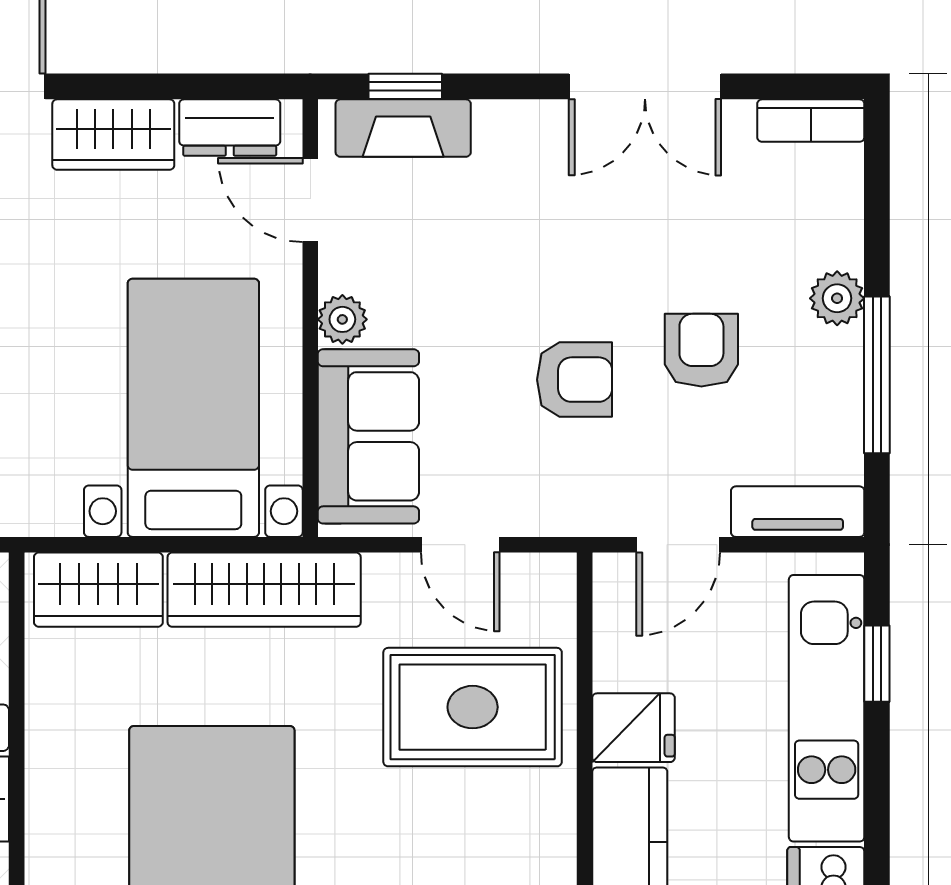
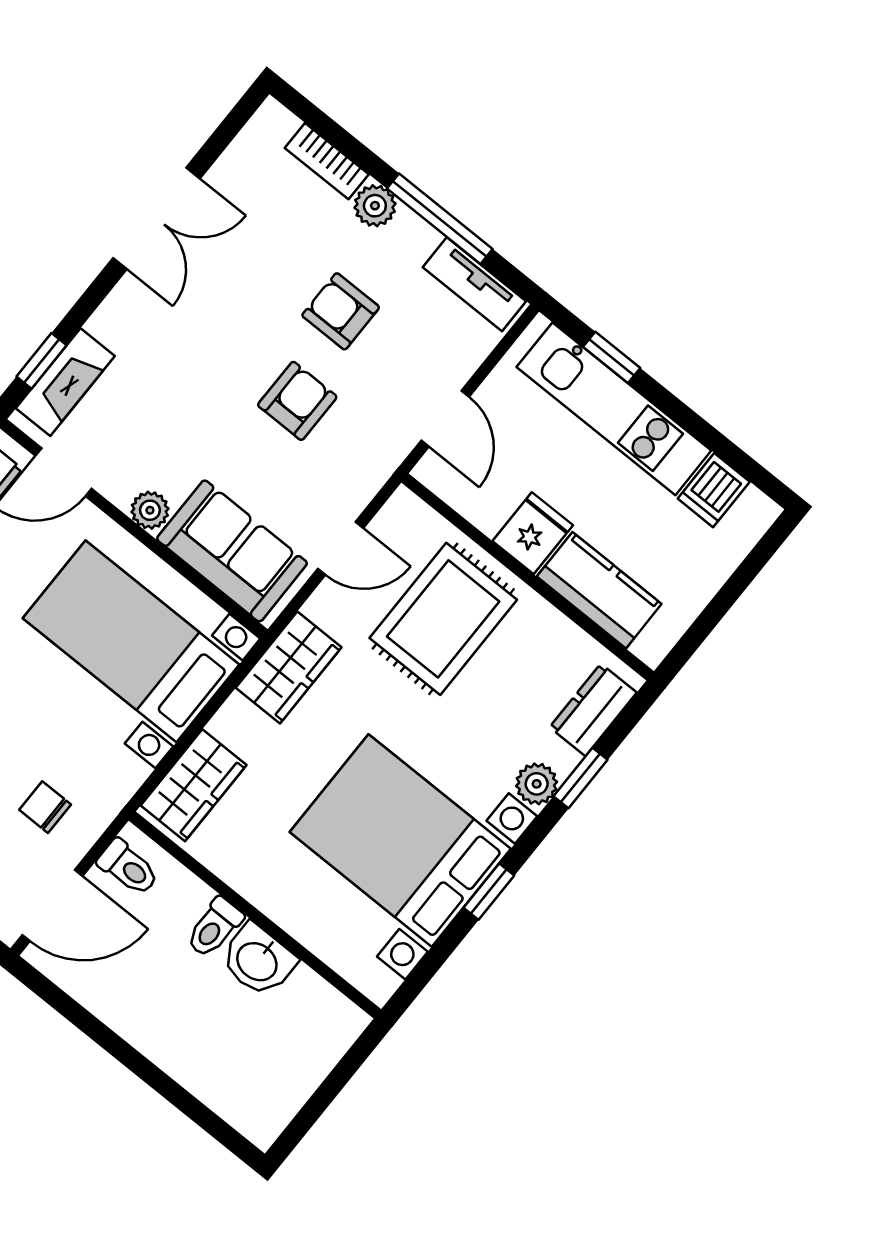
bookcase: (811, 121) -> (327, 161), moved, turned 90
tv unit: (798, 512) -> (474, 284), moved, turned -90
wardrobe: (264, 590) -> (289, 667), width x0.67

